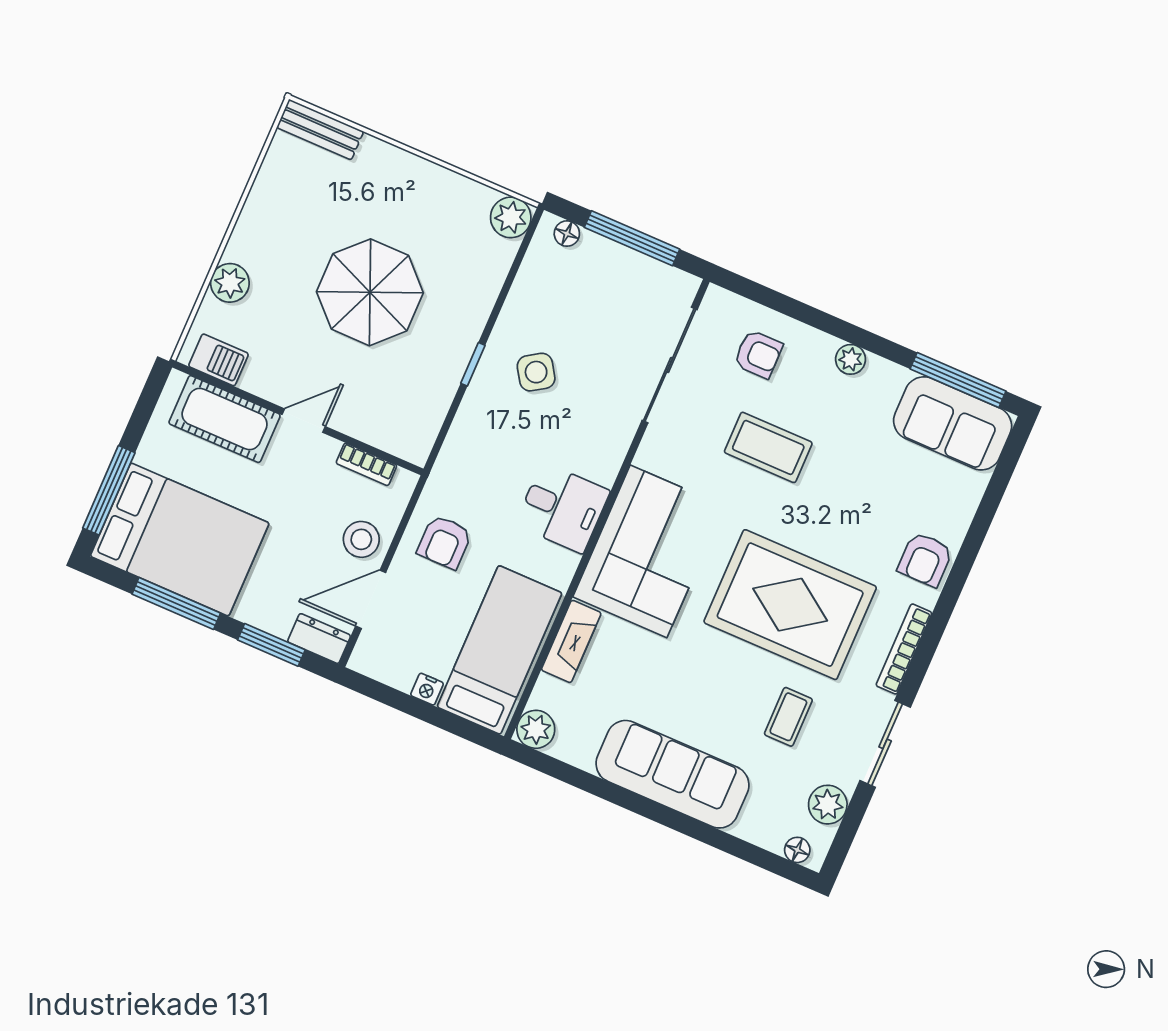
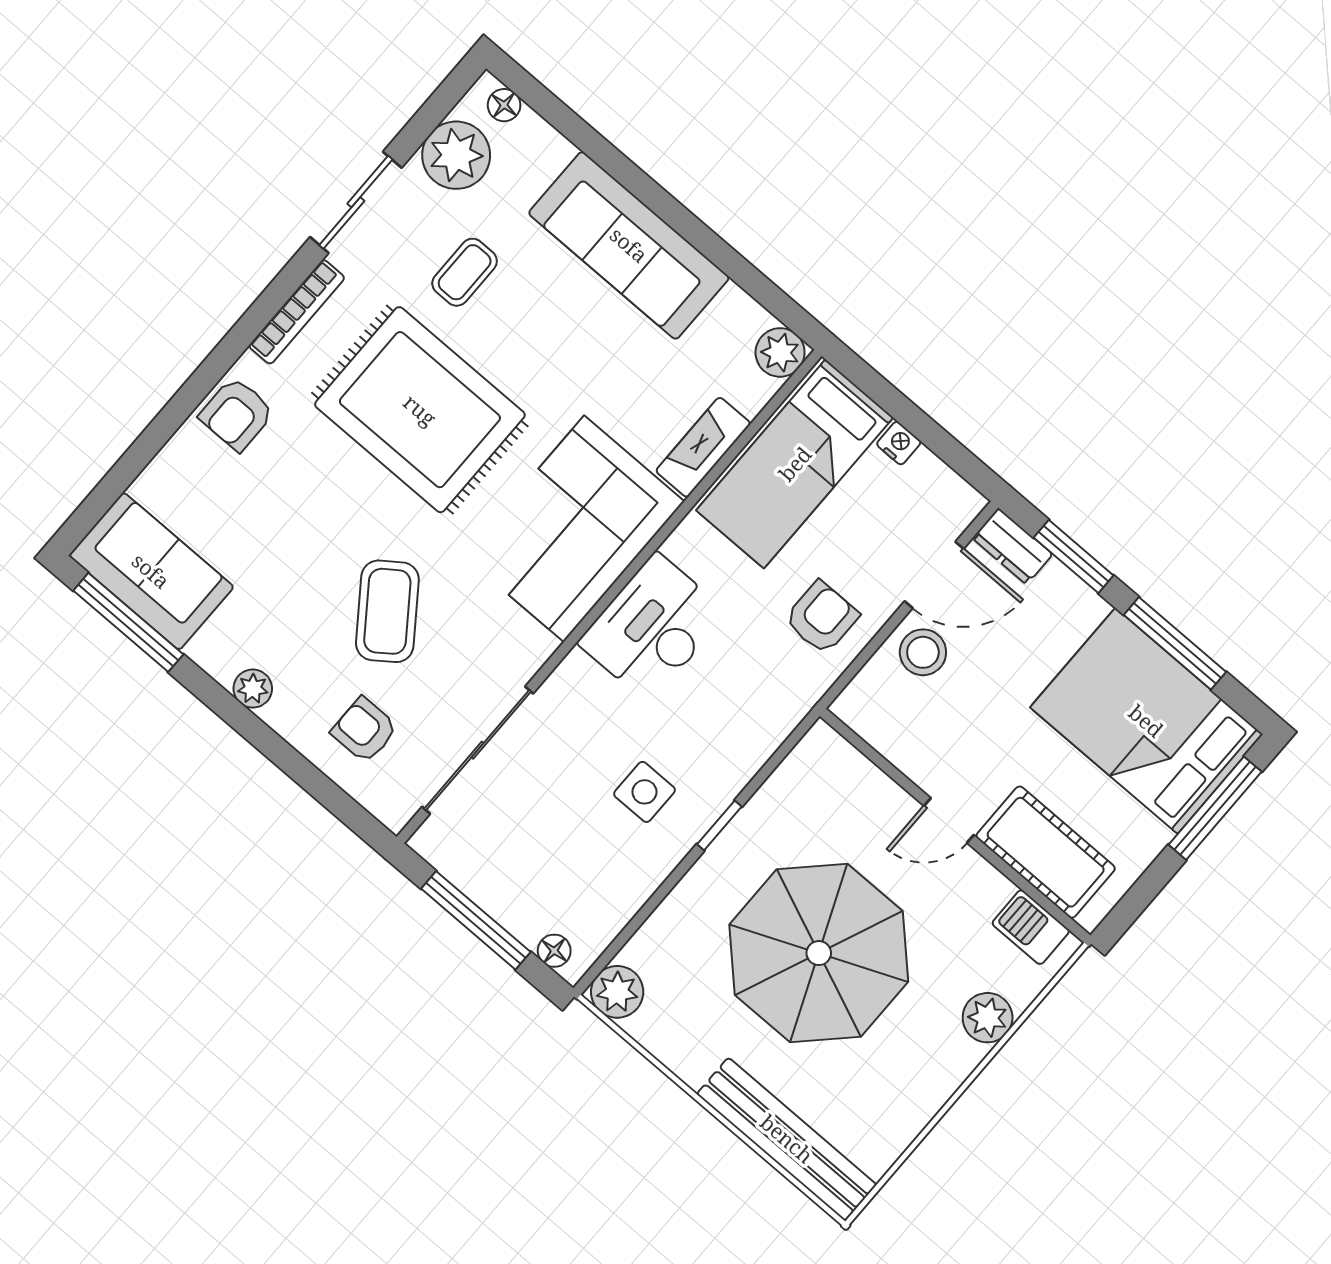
bench: (320, 130) -> (787, 1139), width x1.86, depth x1.21
parasol: (370, 292) -> (819, 953), width x1.36, depth x1.36
side table: (536, 372) -> (644, 792), turned 33
coffee table: (768, 447) -> (387, 611), turned 54
bookcase: (366, 464) -> (888, 743), removed
desk: (562, 508) -> (652, 628), width x1.37
armchair: (925, 559) -> (237, 414), turned 180
plant: (828, 805) -> (456, 155), width x1.36, depth x1.36

